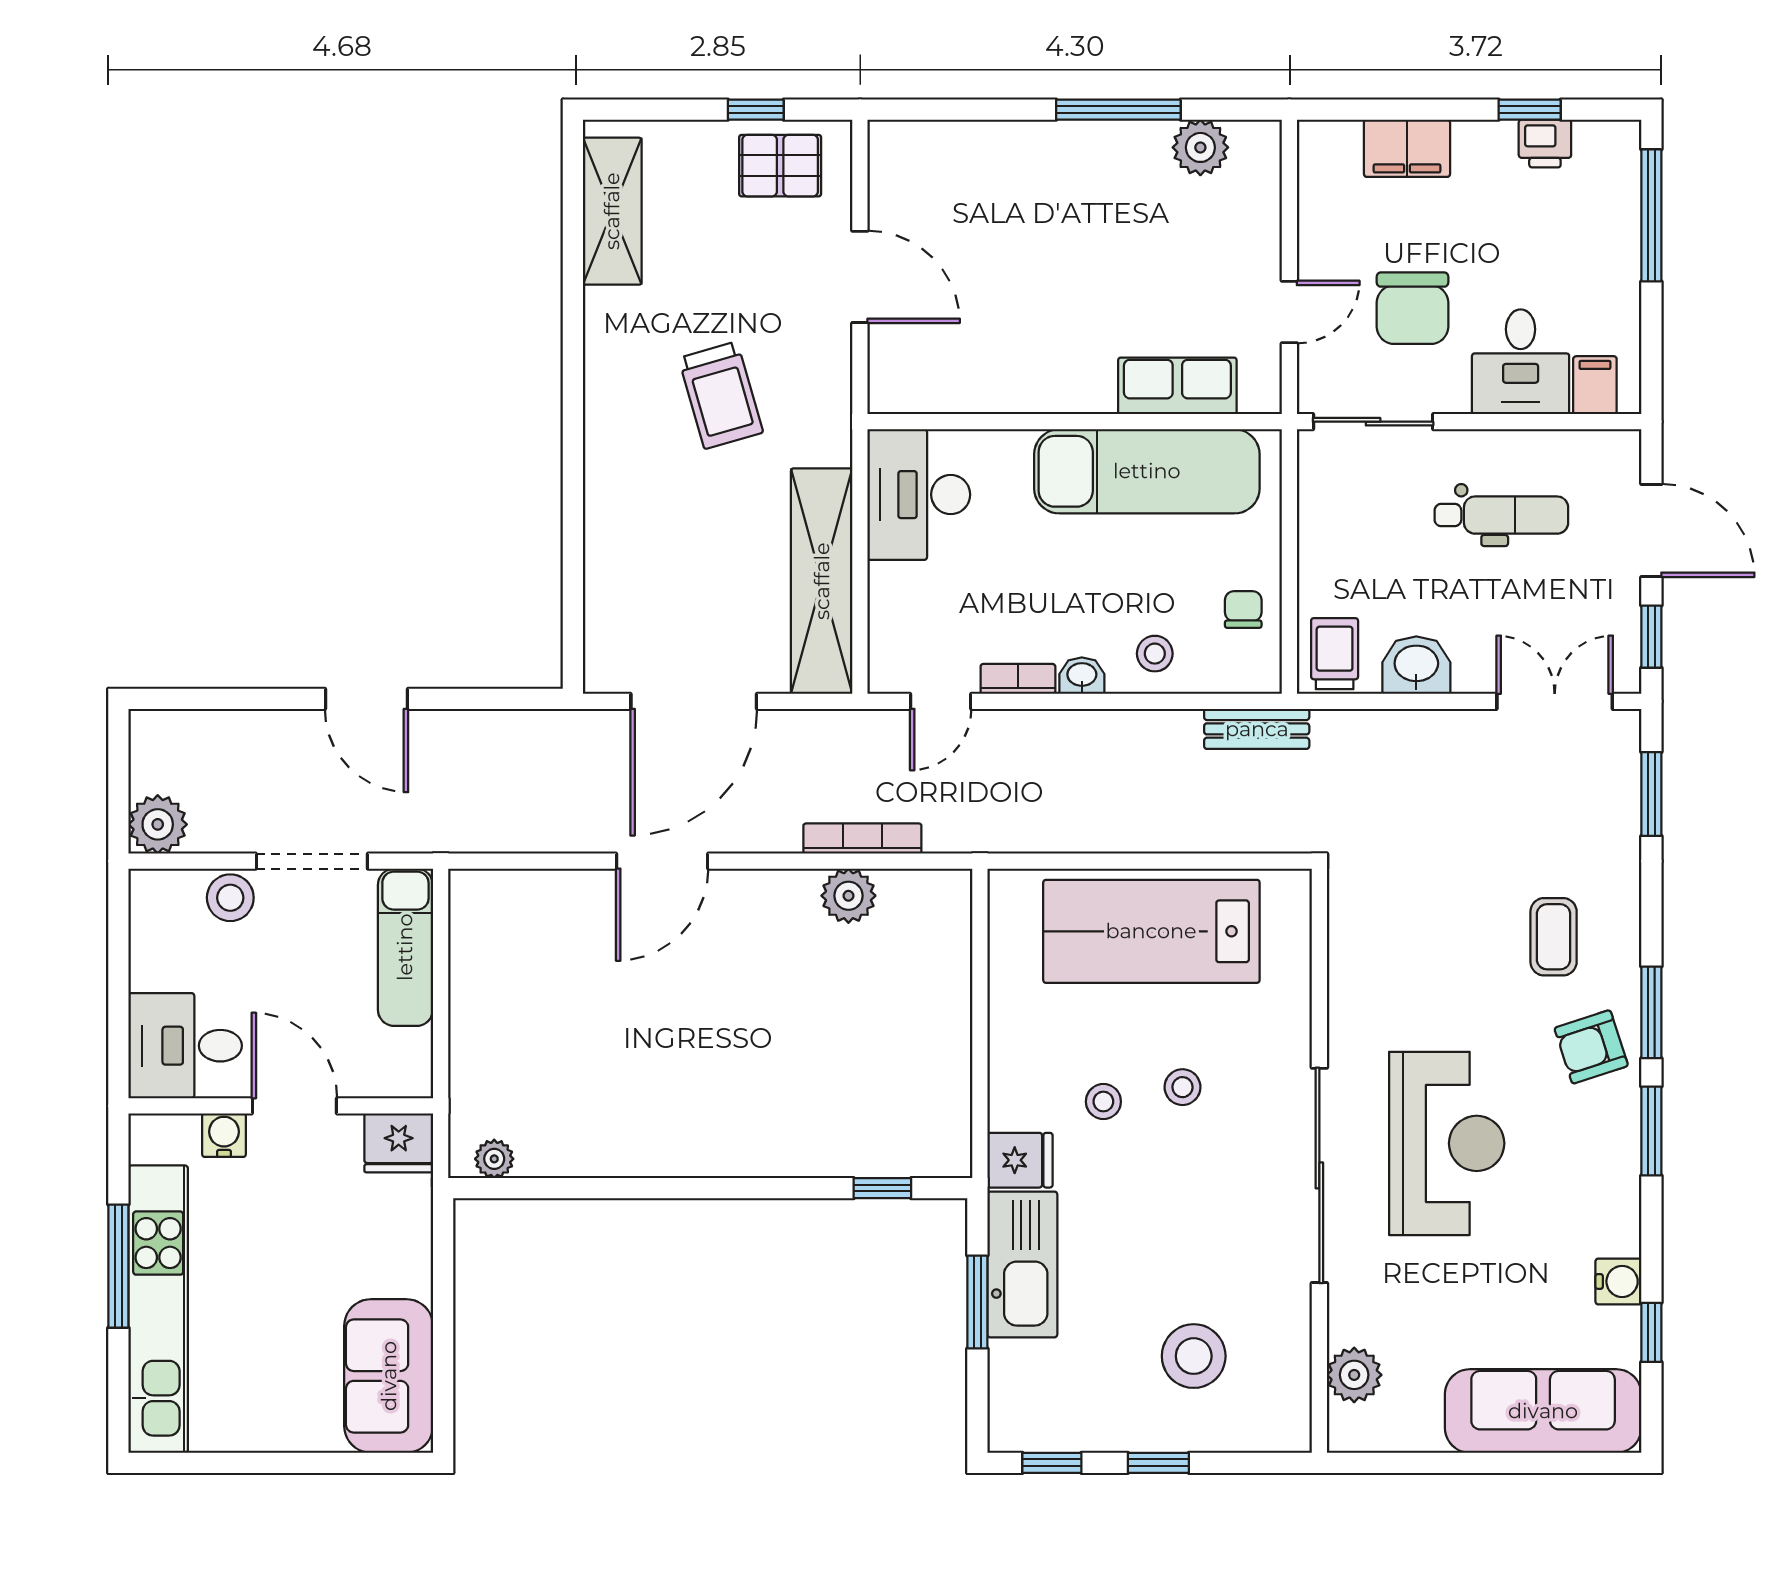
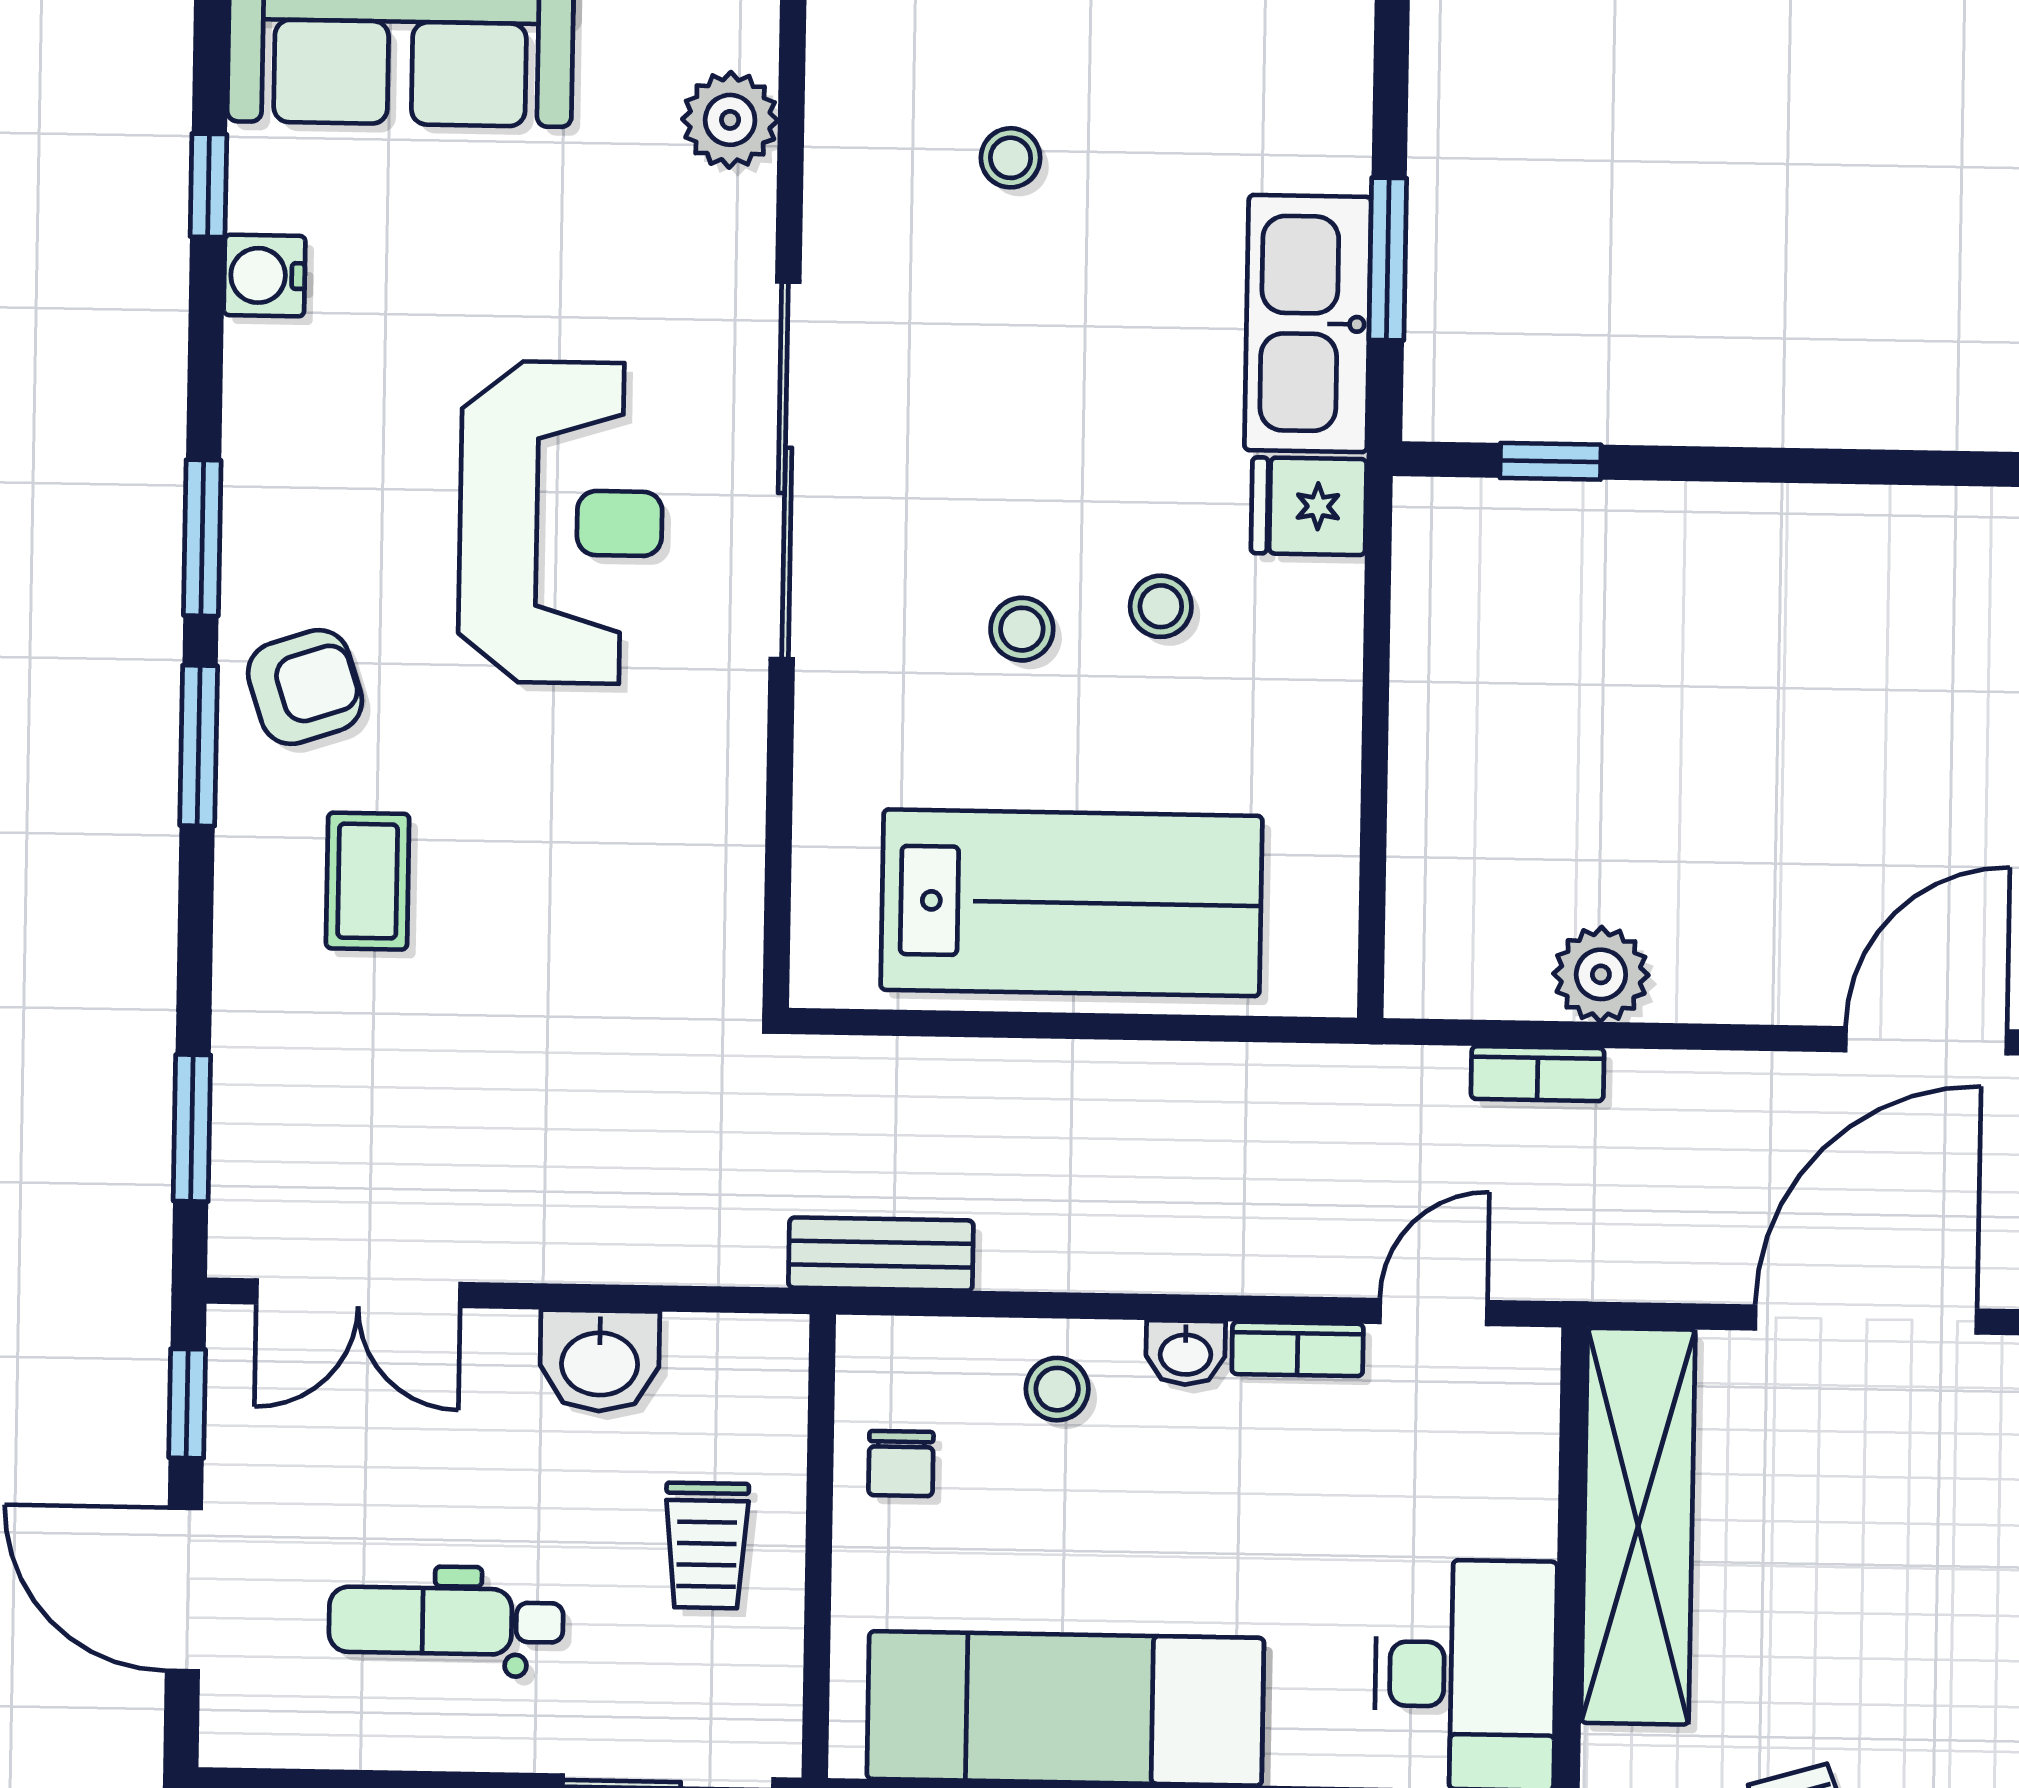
trolley: (1335, 654) -> (707, 1546), moved
bookcase: (862, 838) -> (1538, 1074), width x0.64
reception desk: (1447, 1143) -> (561, 522), turned 180
stool: (1194, 1356) -> (1011, 158), width x0.53, depth x0.53

